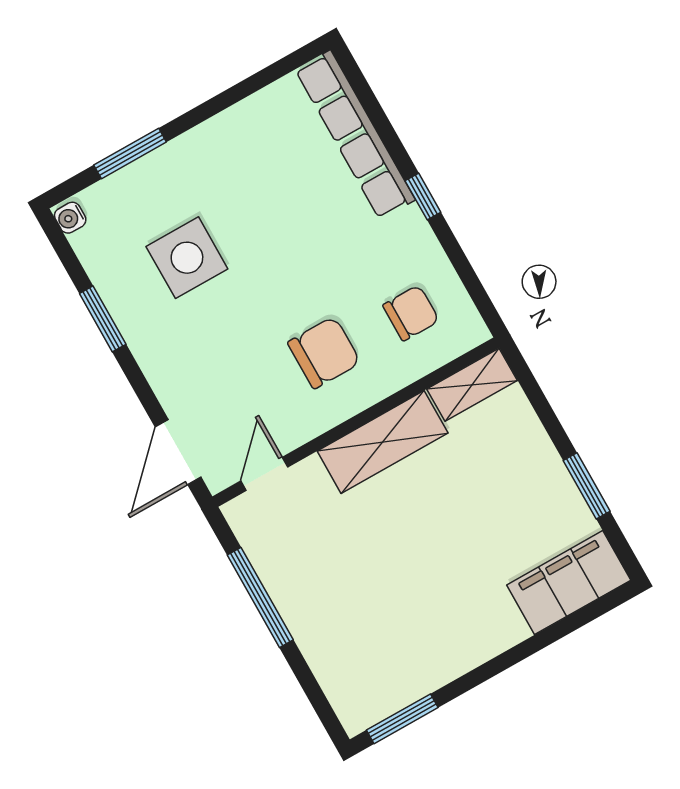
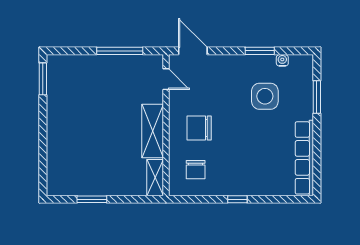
row of seats: (355, 135) -> (304, 158), moved, turned -90
water cooler: (70, 218) -> (282, 60), moved
chair: (324, 353) -> (199, 128), turned 90
filing cabinet: (569, 583) -> (59, 172), removed

